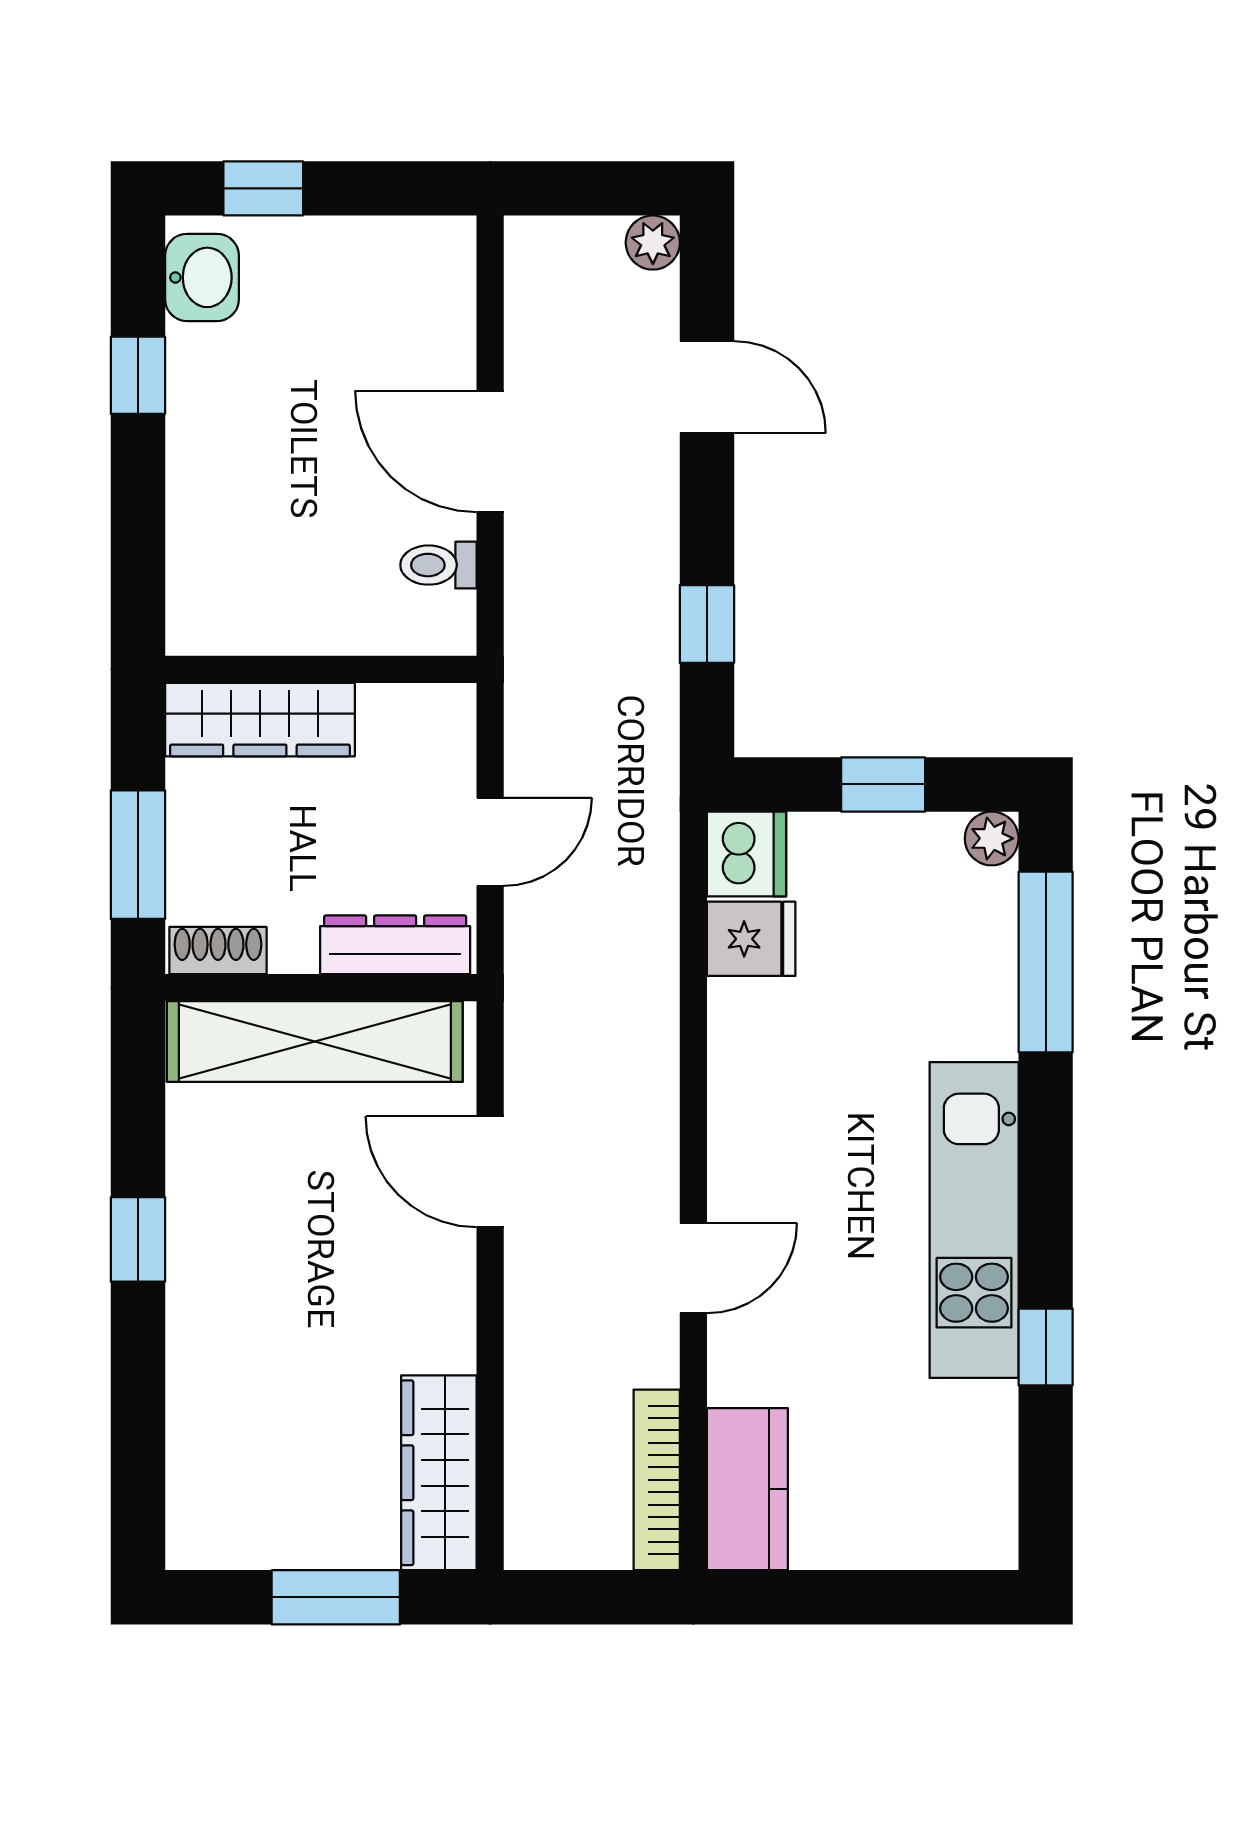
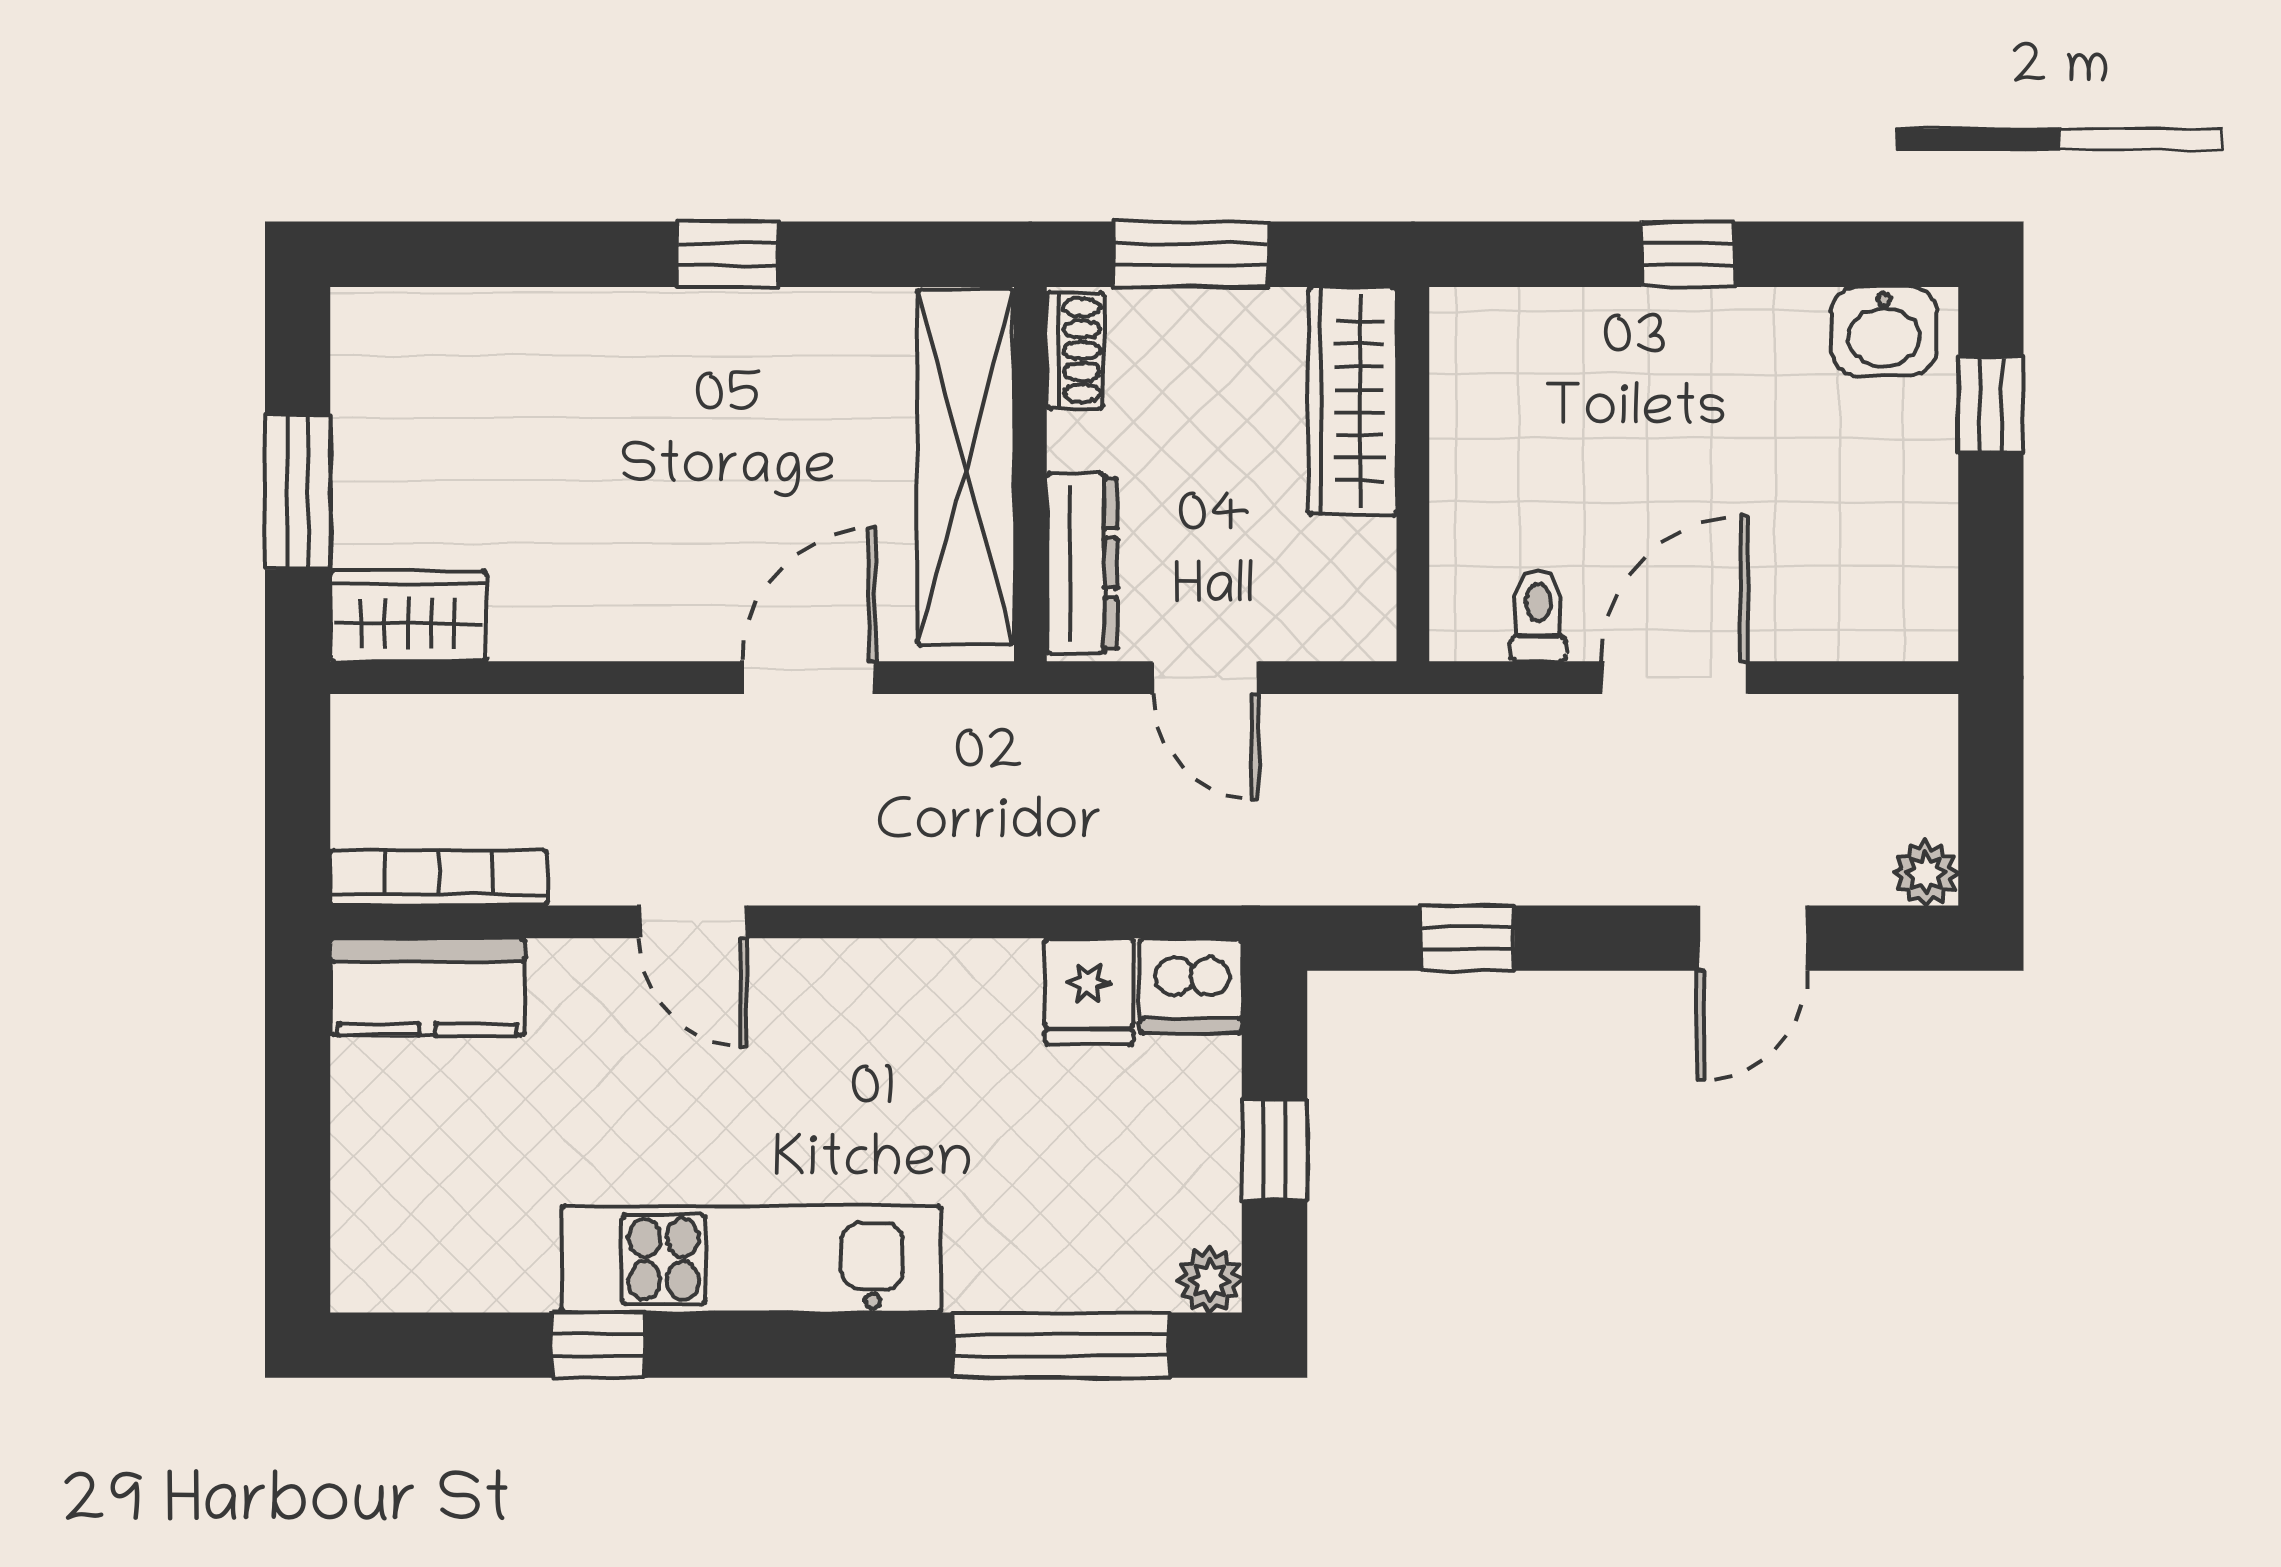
window: (138, 375) -> (1688, 254), moved
wardrobe: (439, 1473) -> (408, 616), width x0.67

